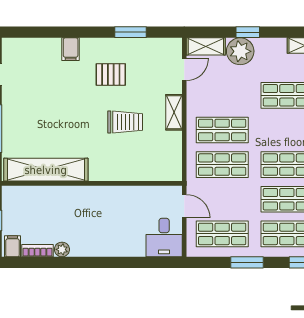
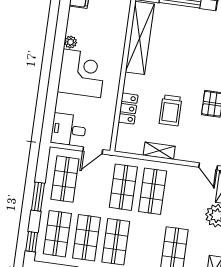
shelving: (174, 112) -> (159, 151), moved
locker: (130, 172) -> (128, 109), added
corner desk: (96, 231) -> (82, 73), added
bookcase: (37, 251) -> (72, 21), removed

